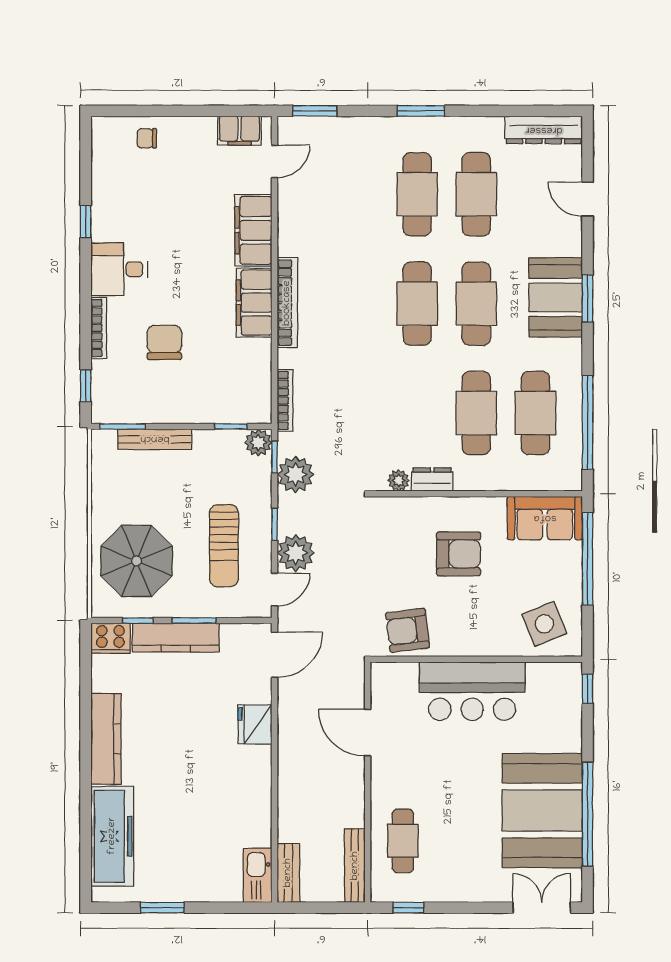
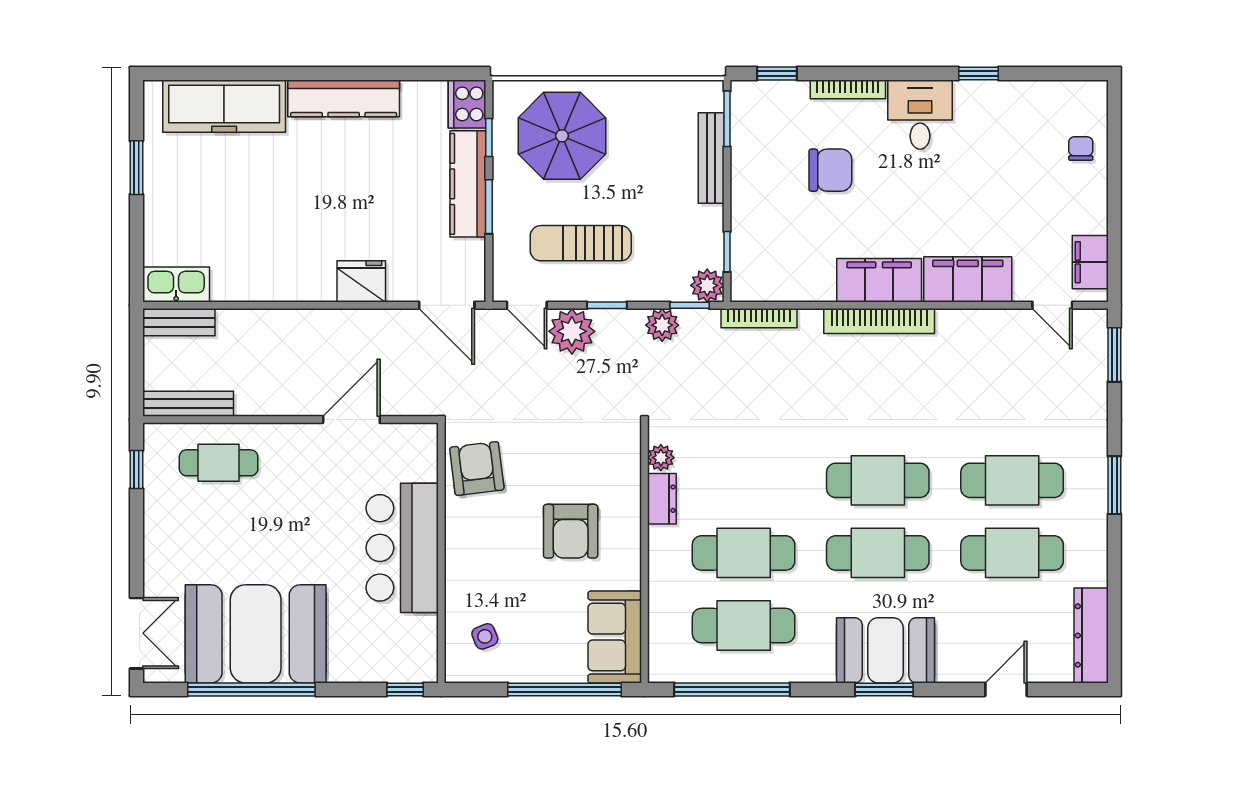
plant: (296, 474) -> (662, 325), width x0.73, depth x0.73
side table: (544, 624) -> (485, 636), width x0.54, depth x0.54

